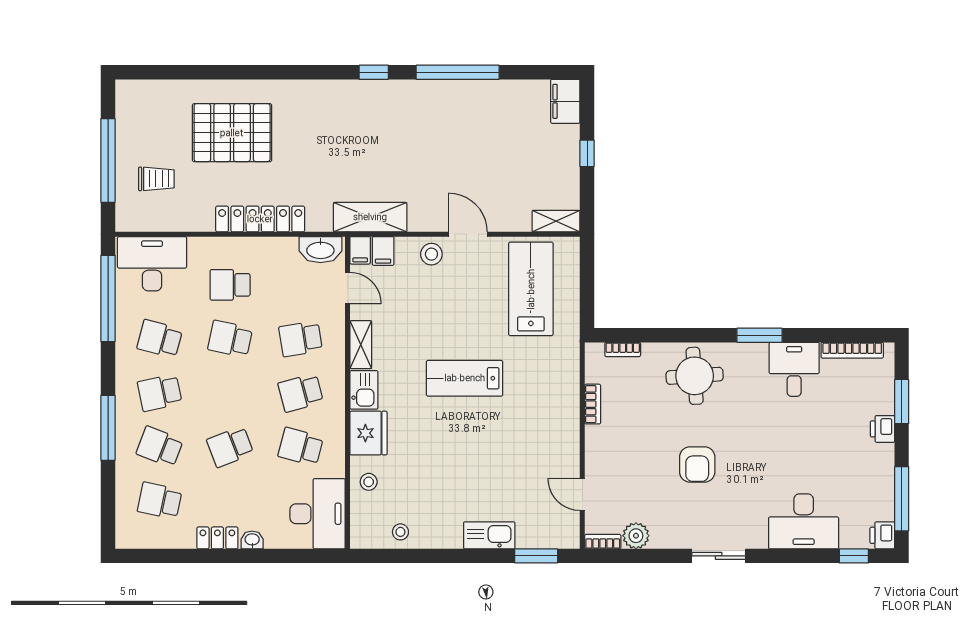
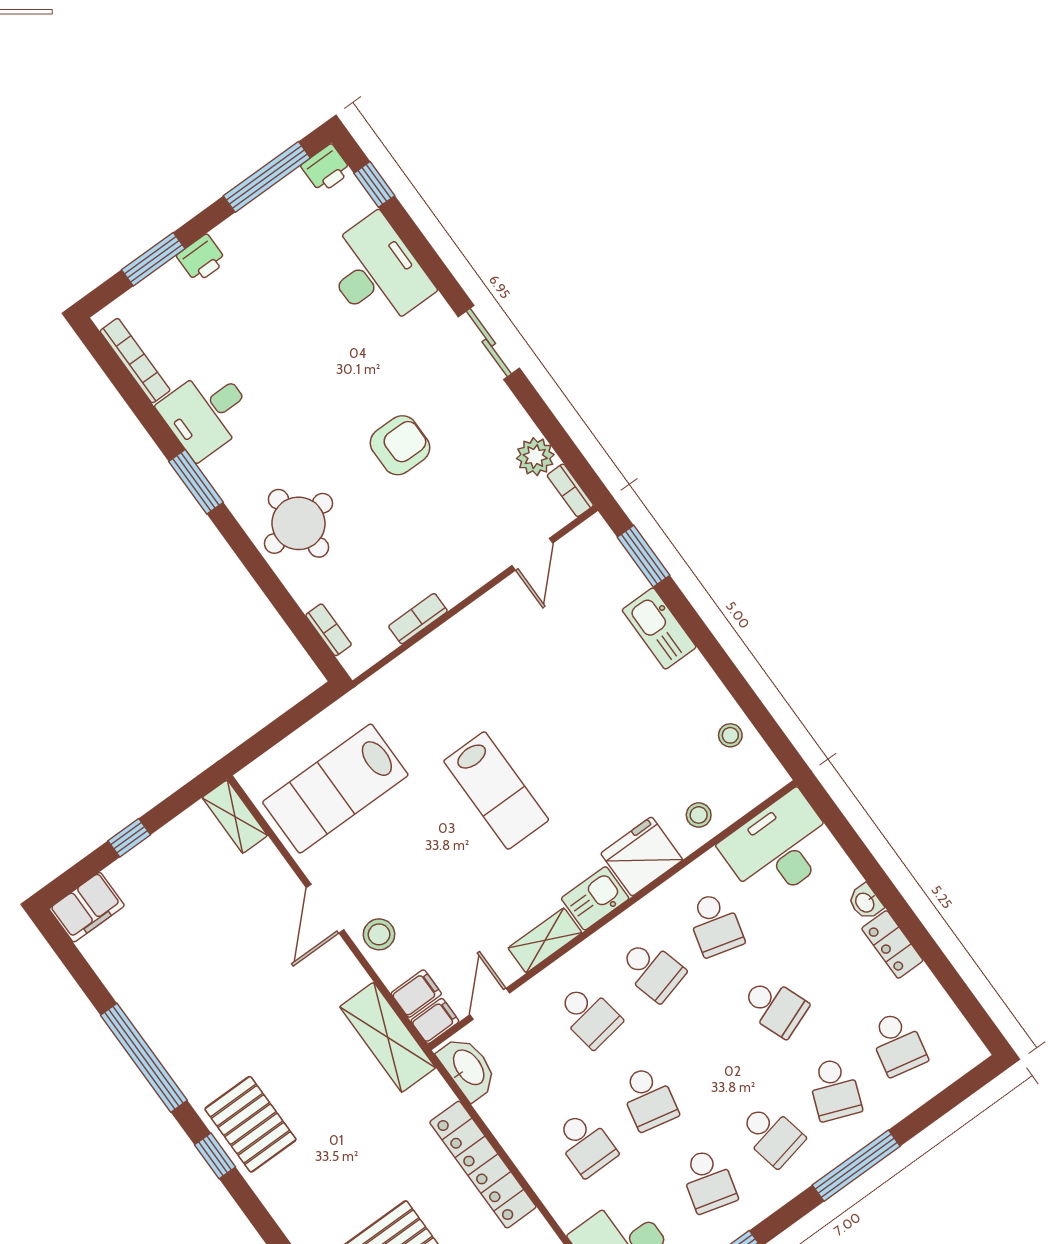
pallet: (377, 105) -> (250, 1124), added

